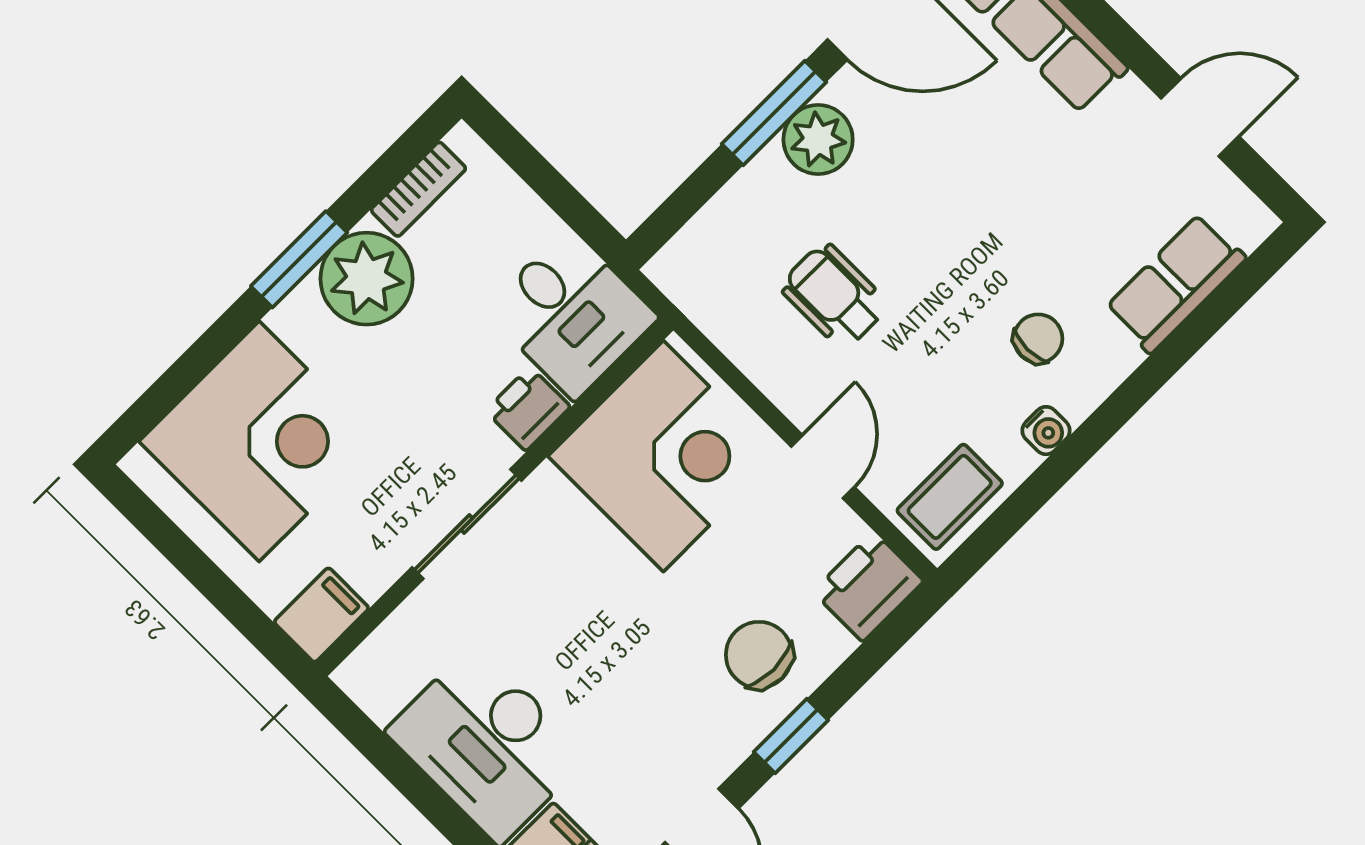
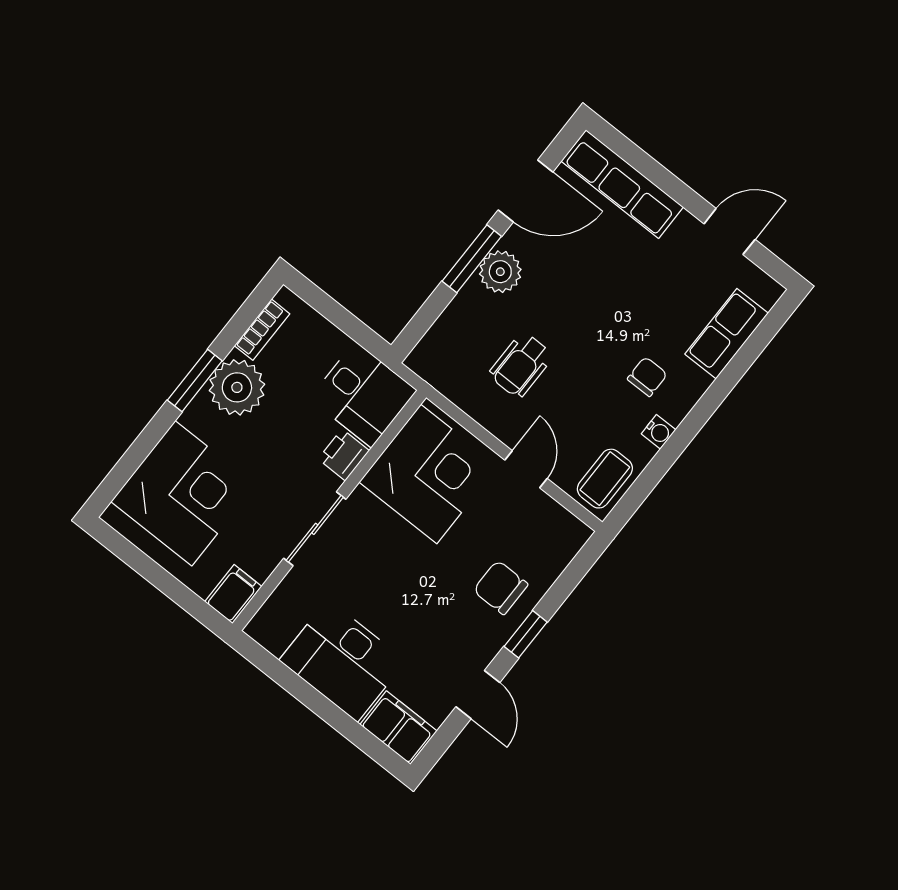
wheelchair: (834, 296) -> (521, 365), turned -90
printer: (868, 586) -> (562, 538), removed

